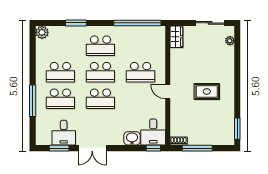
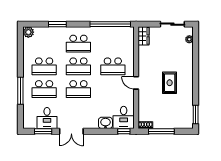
rug: (207, 91) -> (170, 83), turned 90

